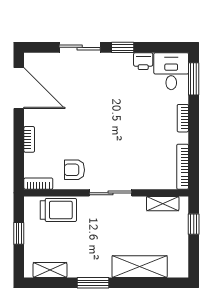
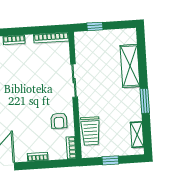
sliding door: (110, 193) -> (74, 81), moved
shelving: (163, 204) -> (81, 51), removed
trolley: (58, 210) -> (90, 131), turned 180

